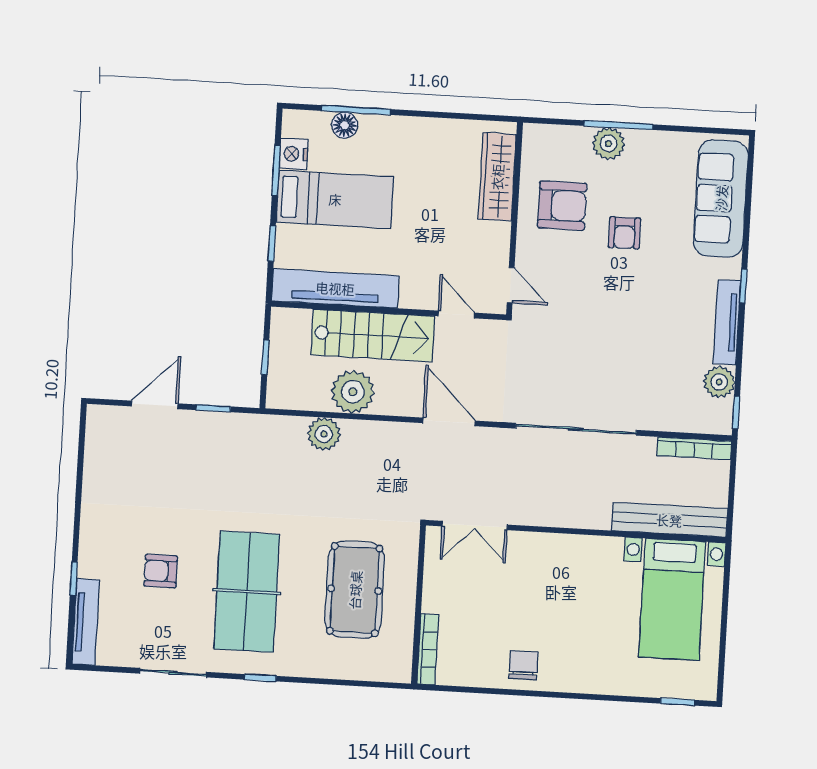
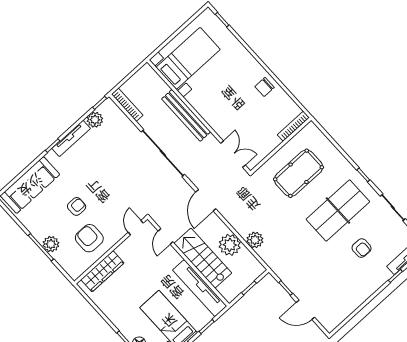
bench: (669, 520) -> (186, 115), moved

